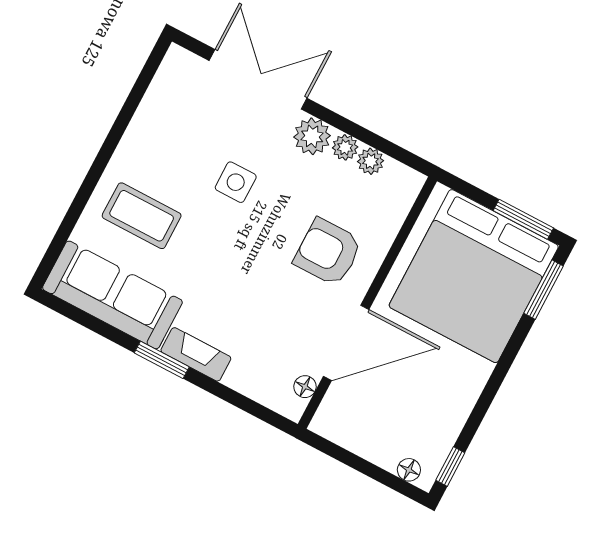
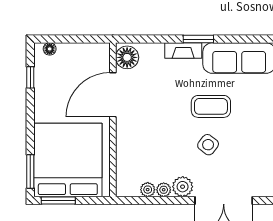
side table: (236, 182) -> (208, 145), turned 38
coffee table: (142, 216) -> (211, 106), moved
armchair: (328, 252) -> (145, 134), removed
floor lamp: (305, 387) -> (127, 57), width x1.89, depth x1.89
window: (450, 466) -> (30, 77), moved

